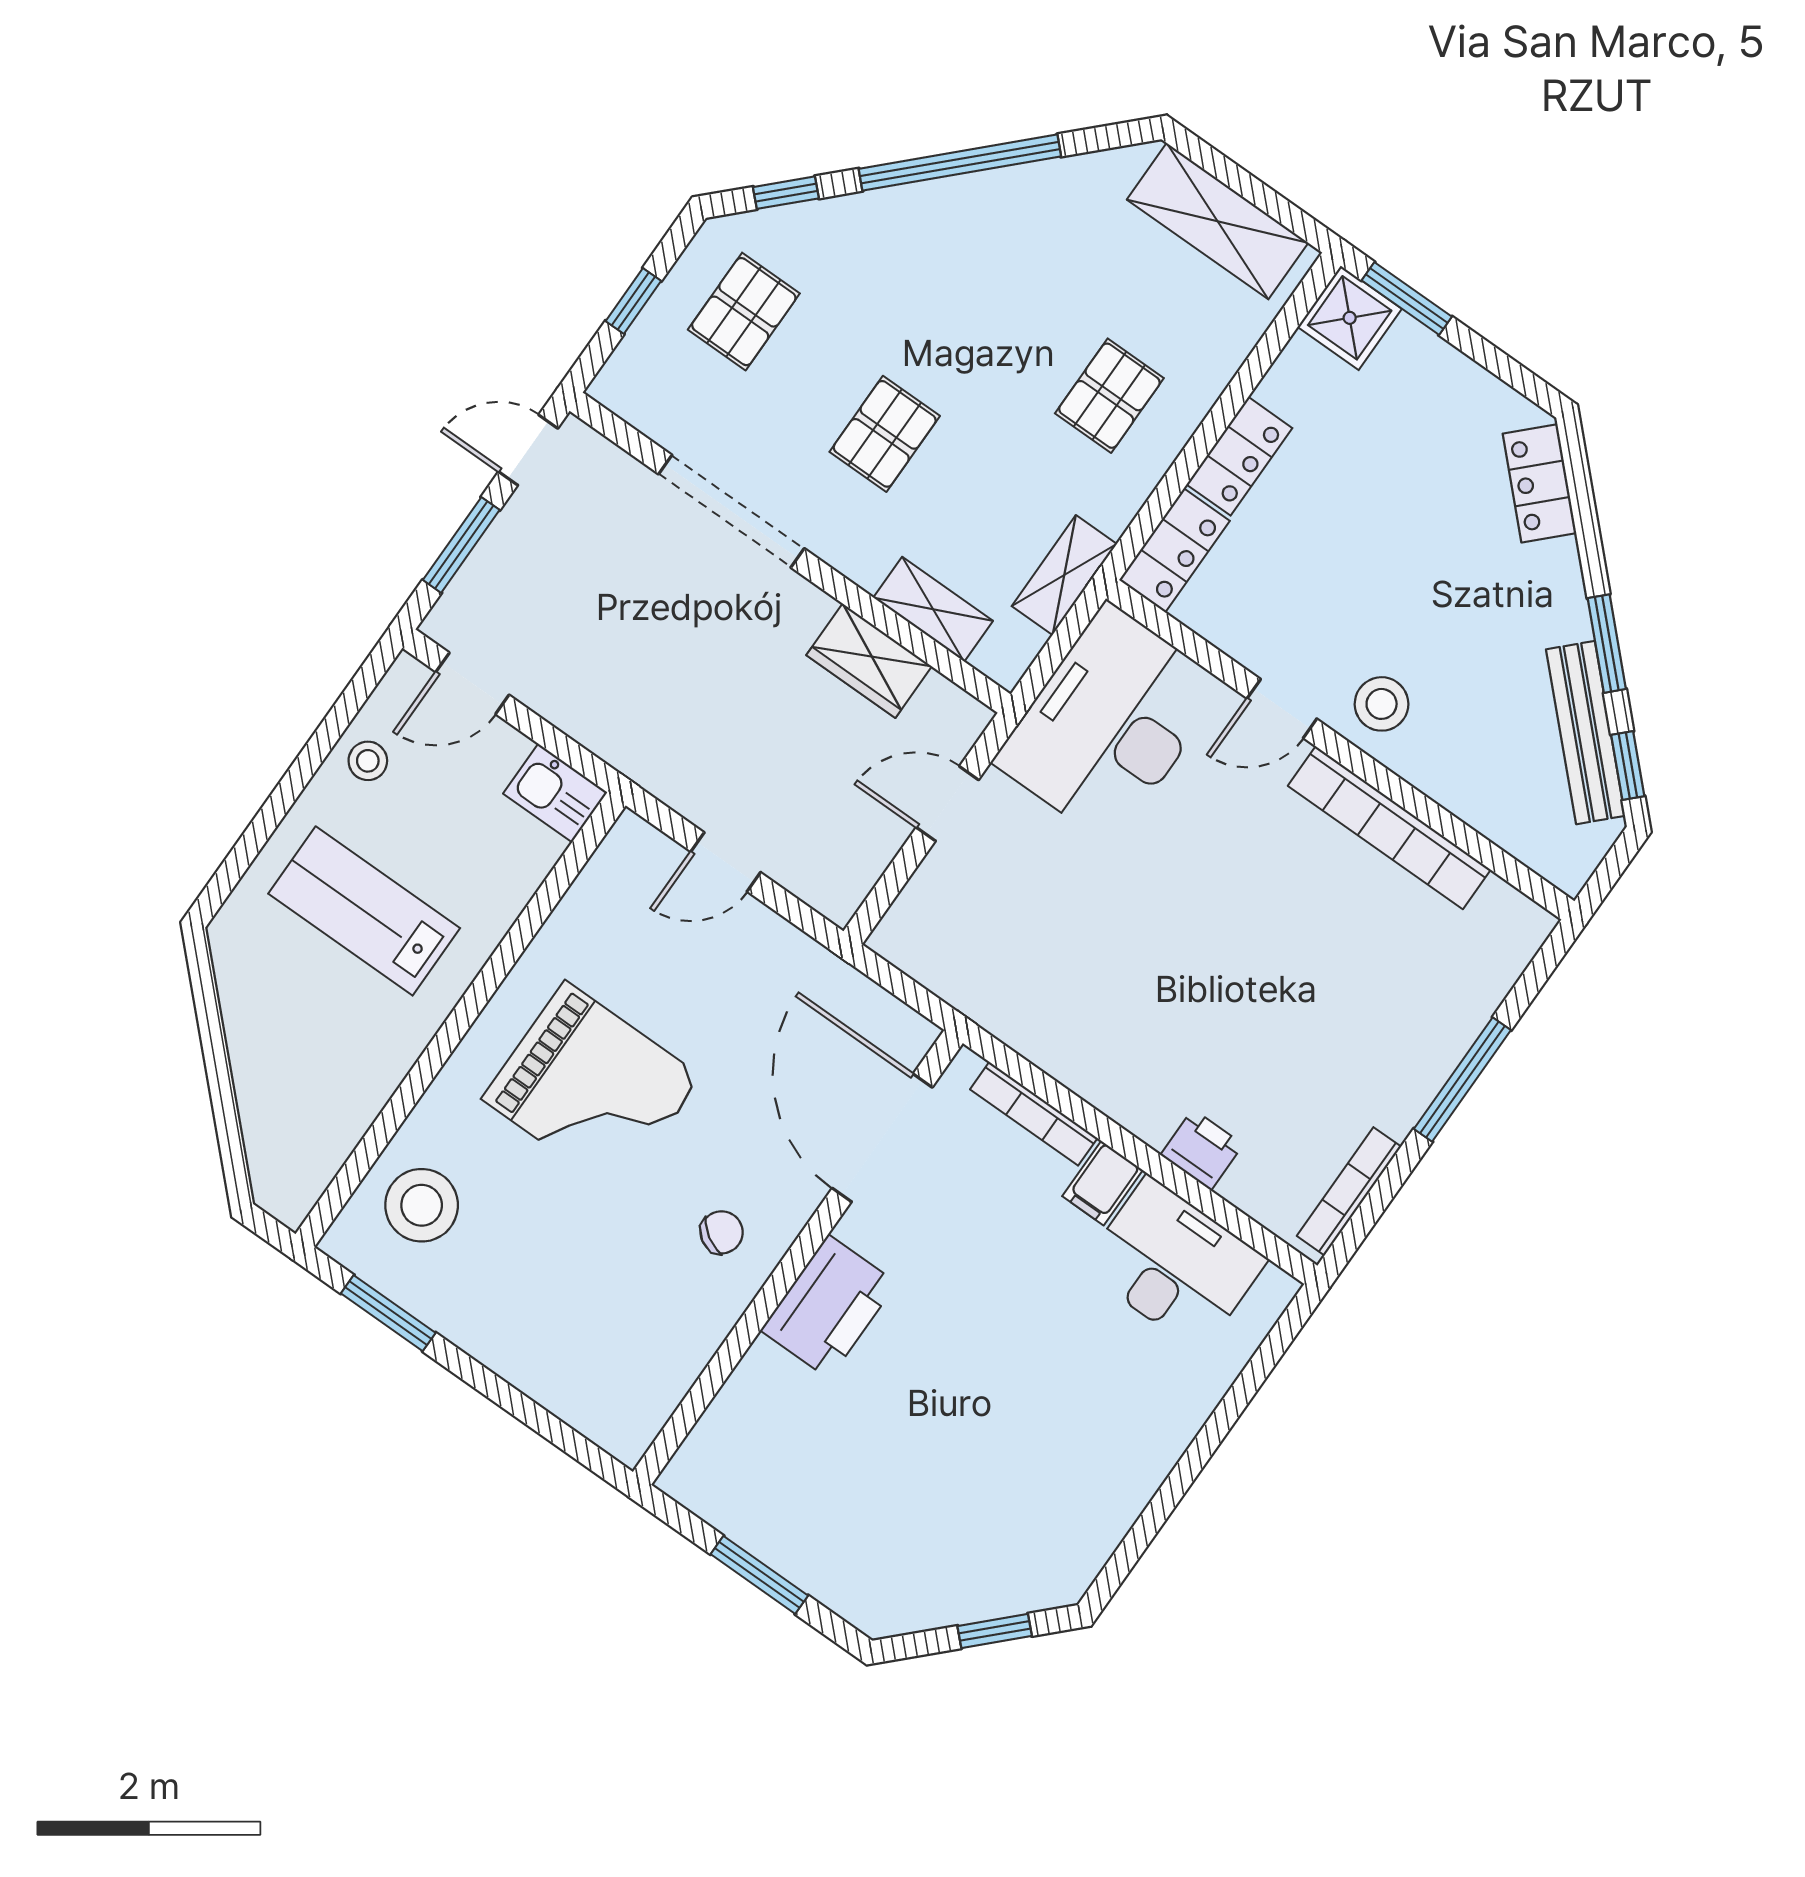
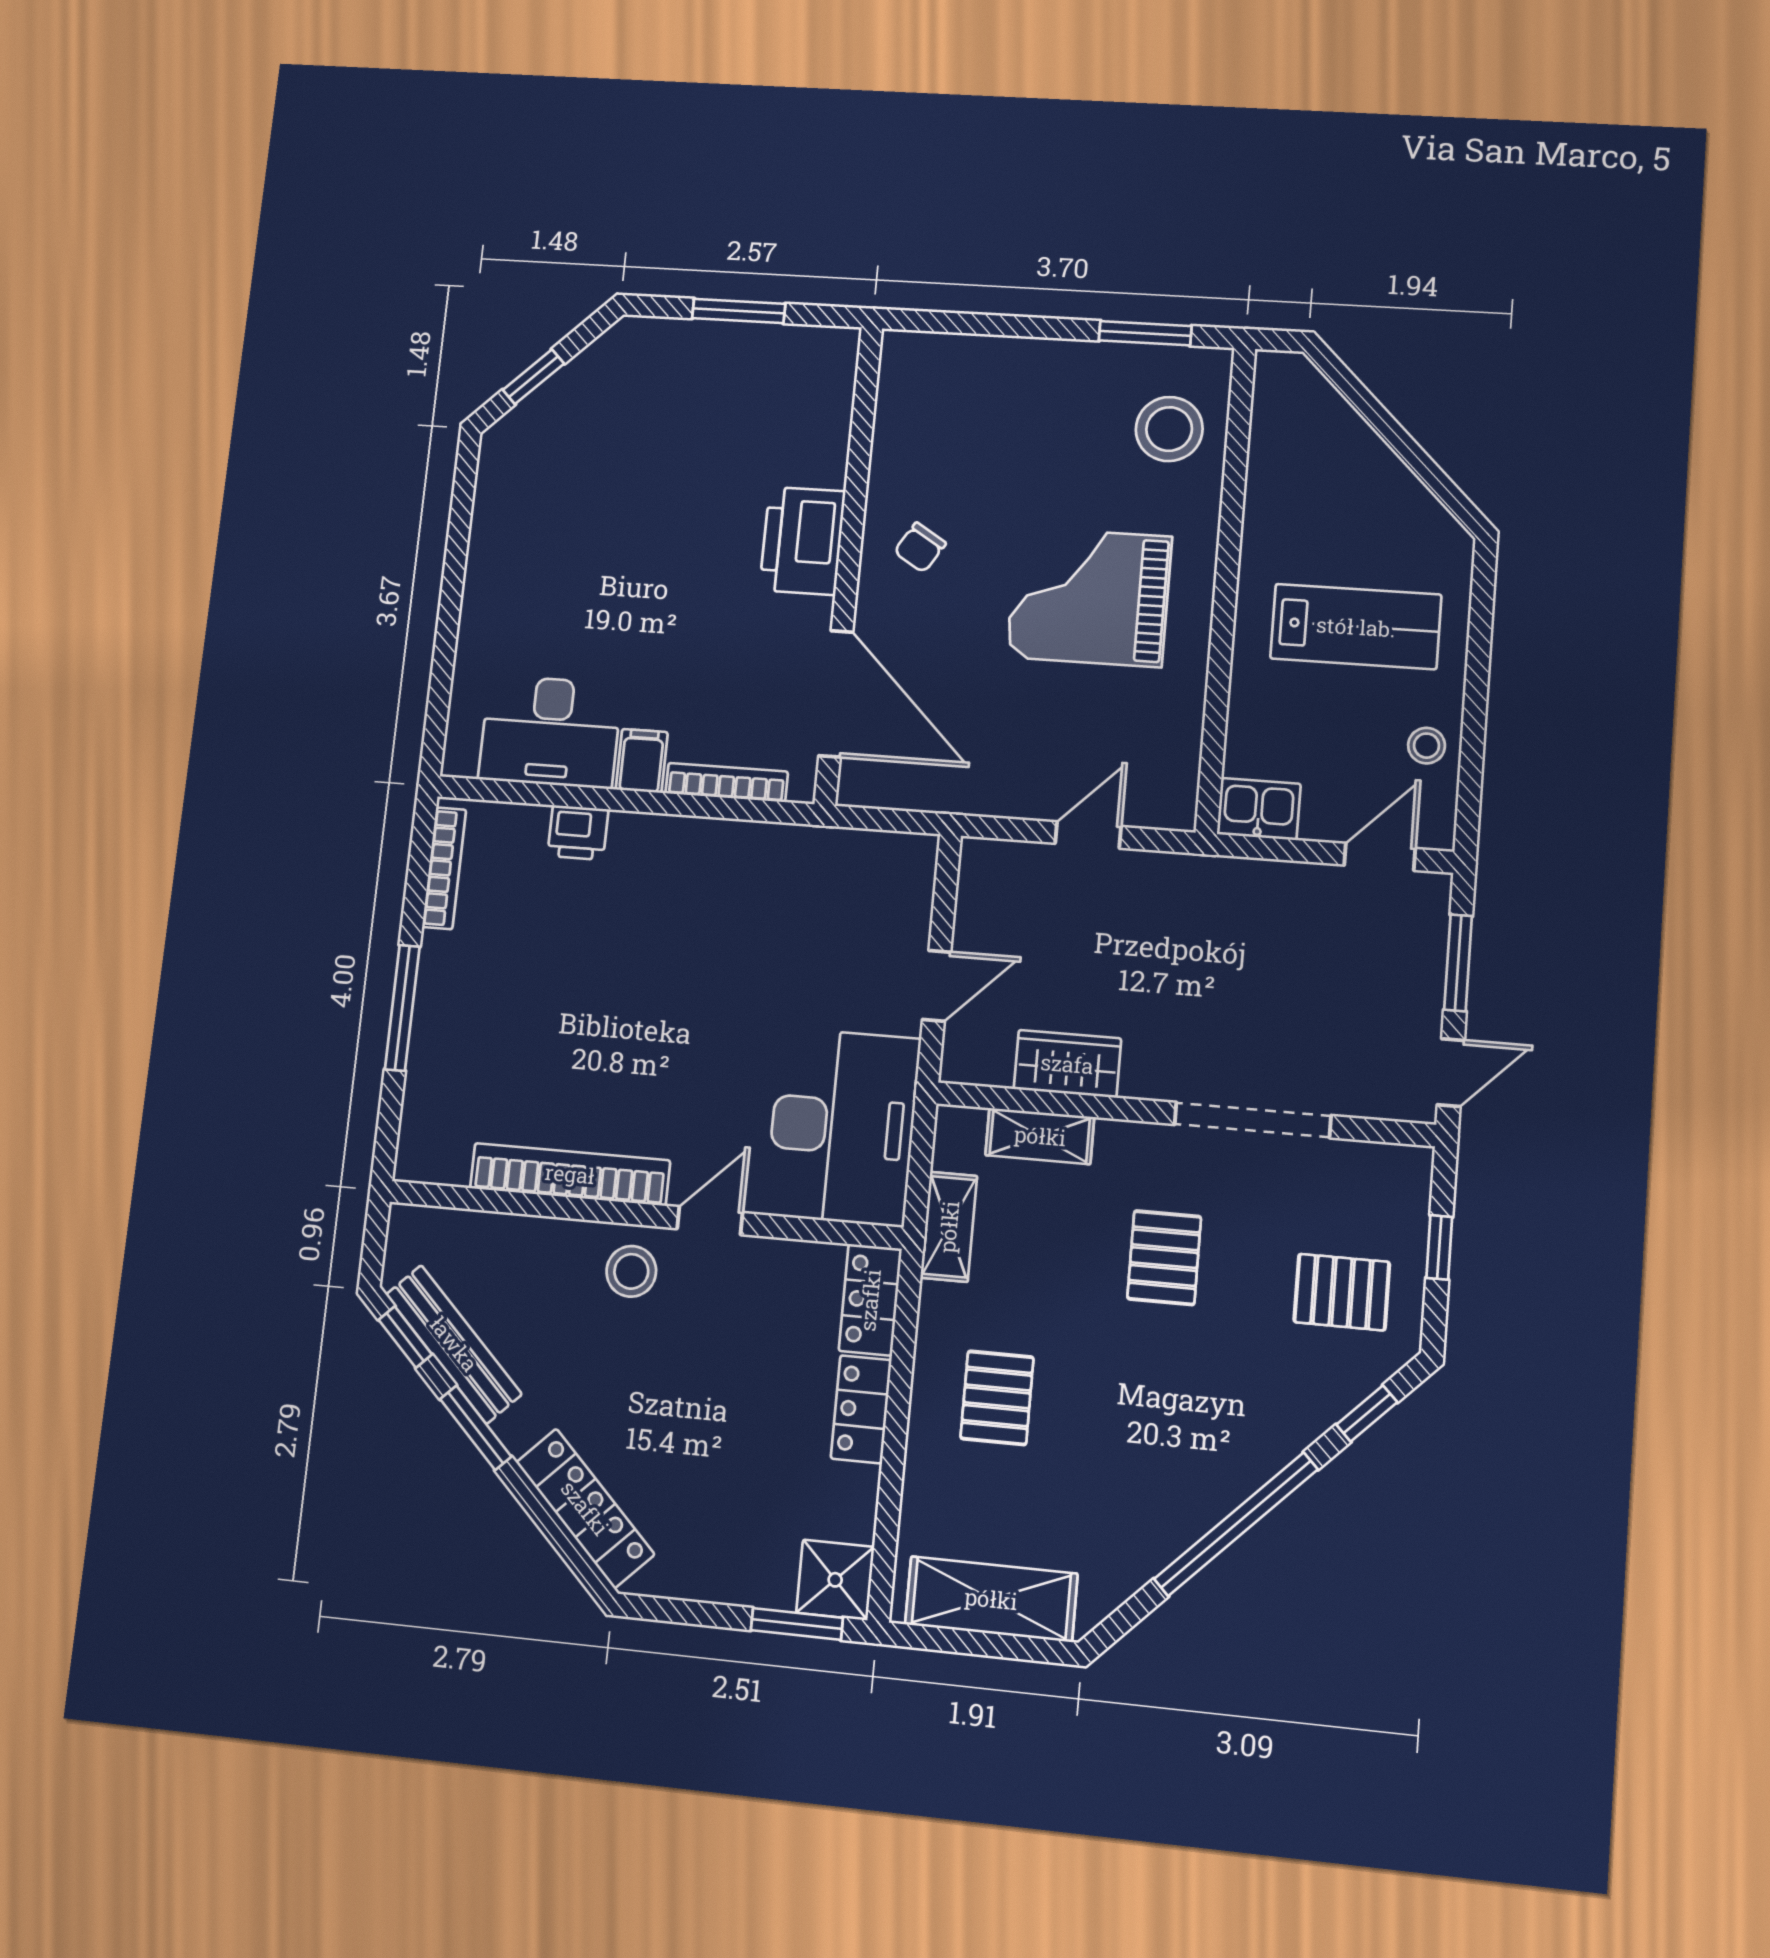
pallet: (744, 312) -> (1342, 1292), turned 90
locker: (1539, 483) -> (585, 1508), width x1.53

